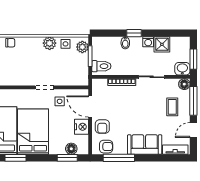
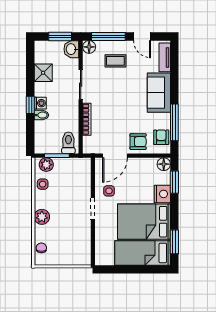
washing machine: (148, 42) -> (40, 103), moved
plant: (50, 43) -> (42, 217), moved
nightstand: (81, 127) -> (162, 194), moved, turned 90
floor lamp: (71, 149) -> (164, 164), moved

